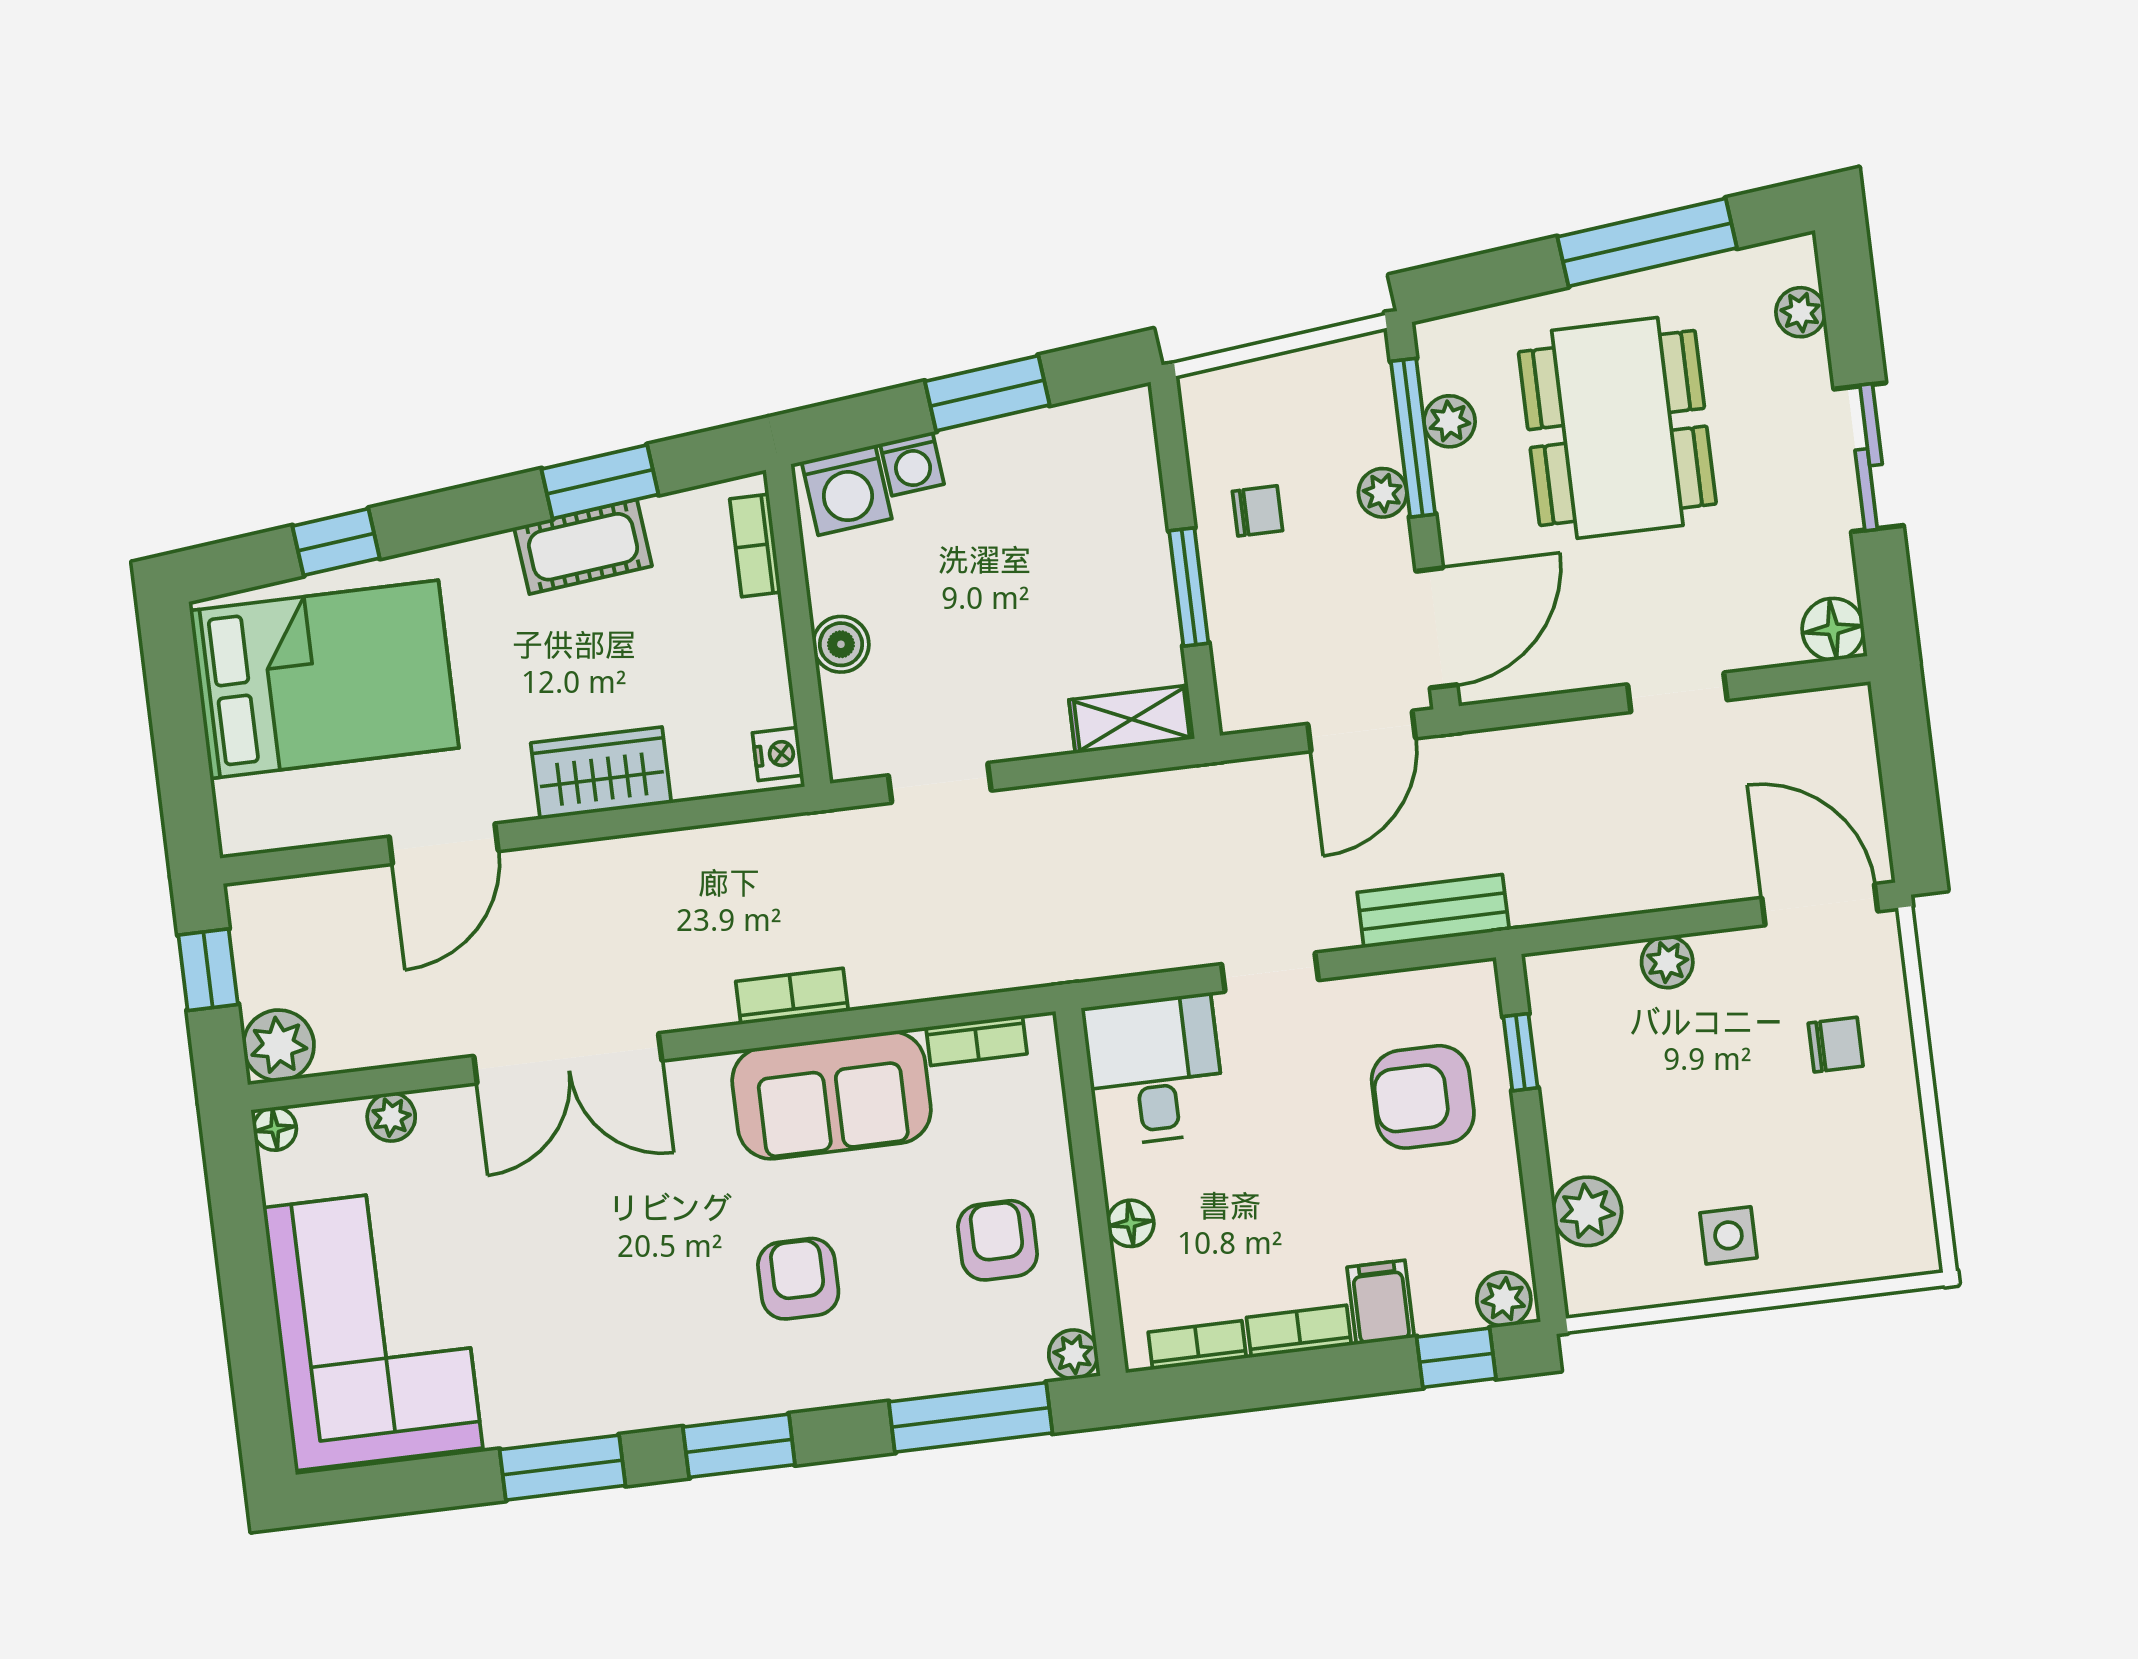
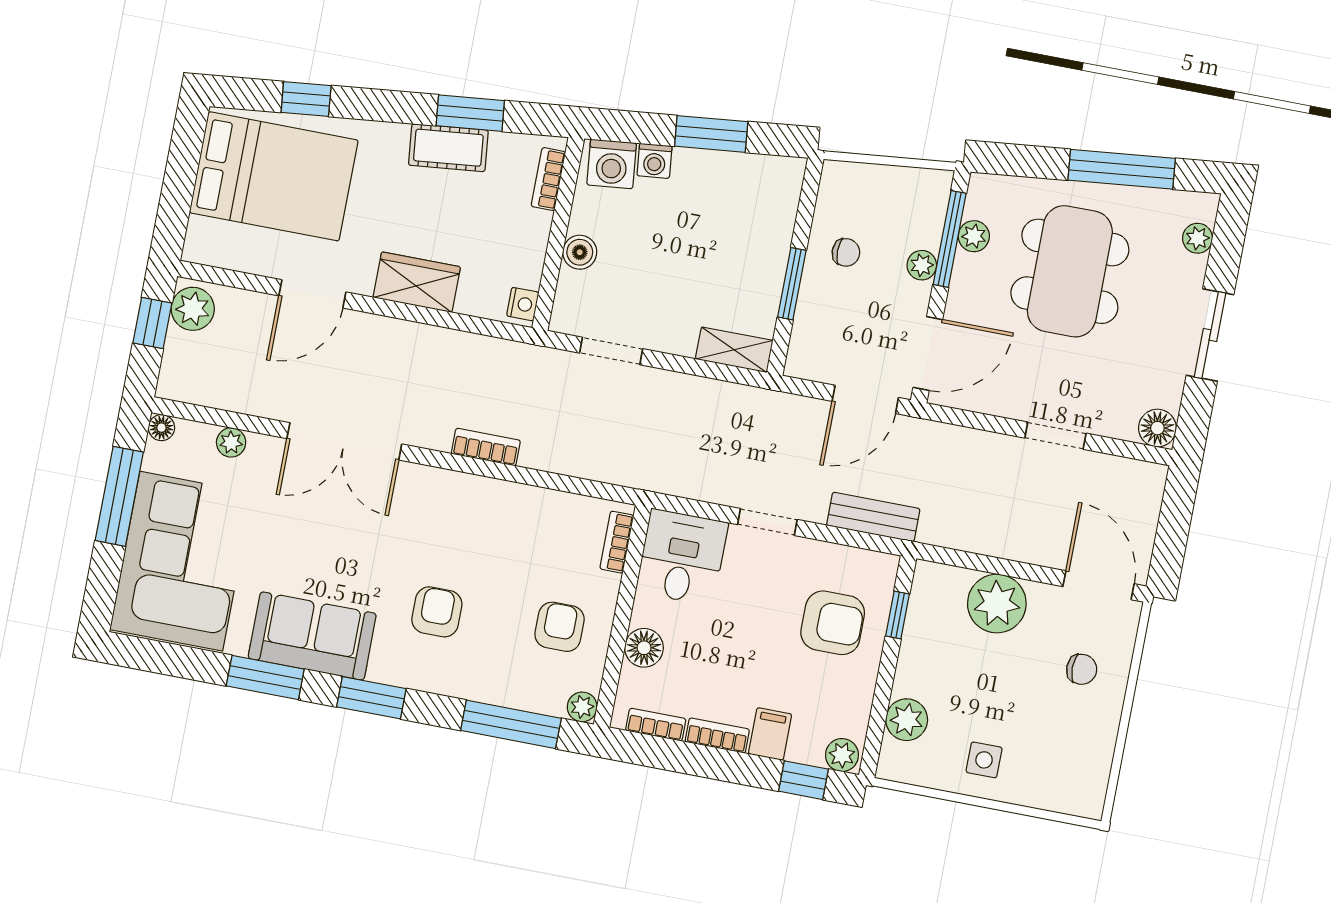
plant: (1667, 962) -> (997, 604), width x1.87, depth x1.87
bookcase: (977, 1040) -> (617, 542), moved, turned 90
plant: (279, 1045) -> (193, 309), moved
sofa: (831, 1095) -> (312, 636), moved, turned 180
armchair: (1423, 1097) -> (833, 623), turned 180
floor lamp: (1131, 1223) -> (644, 648), width x1.37, depth x1.37
window: (243, 1257) -> (119, 496), added

